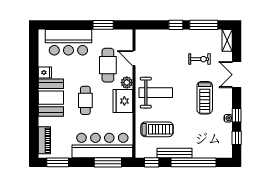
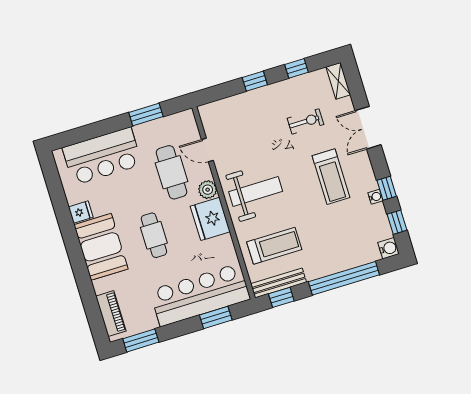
window: (204, 25) -> (296, 68), width x0.46
water cooler: (226, 152) -> (389, 248), added
bench: (174, 153) -> (279, 283), moved
window: (108, 162) -> (216, 317), width x0.69

